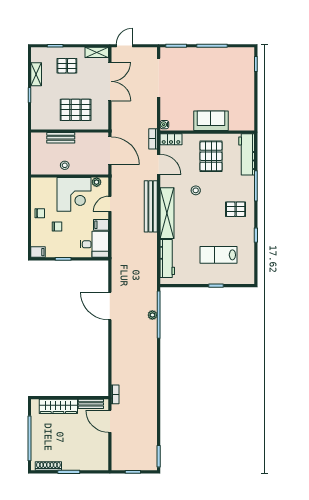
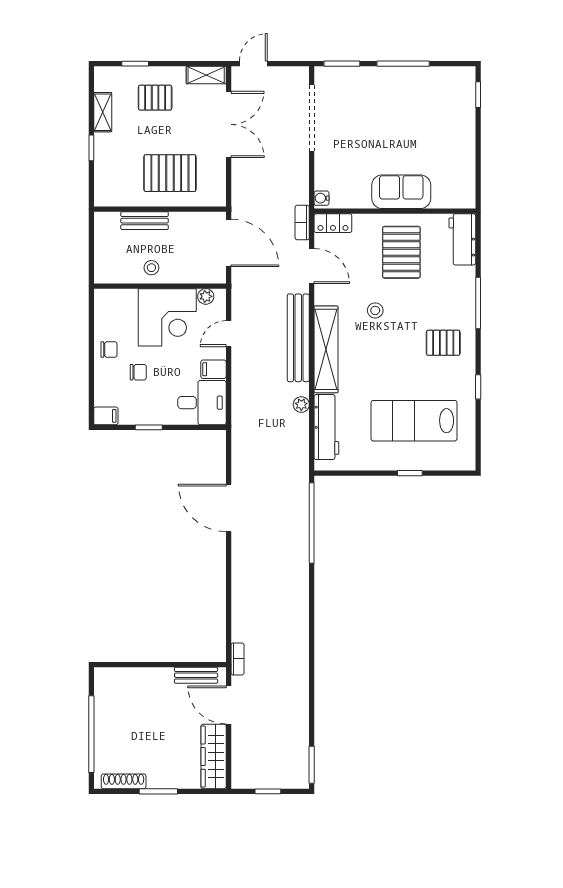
workbench: (247, 154) -> (462, 239), width x0.73
lab bench: (218, 255) -> (414, 421), width x1.36, depth x1.39
plant: (152, 315) -> (301, 405), moved
wardrobe: (58, 406) -> (214, 757), moved, turned 90

